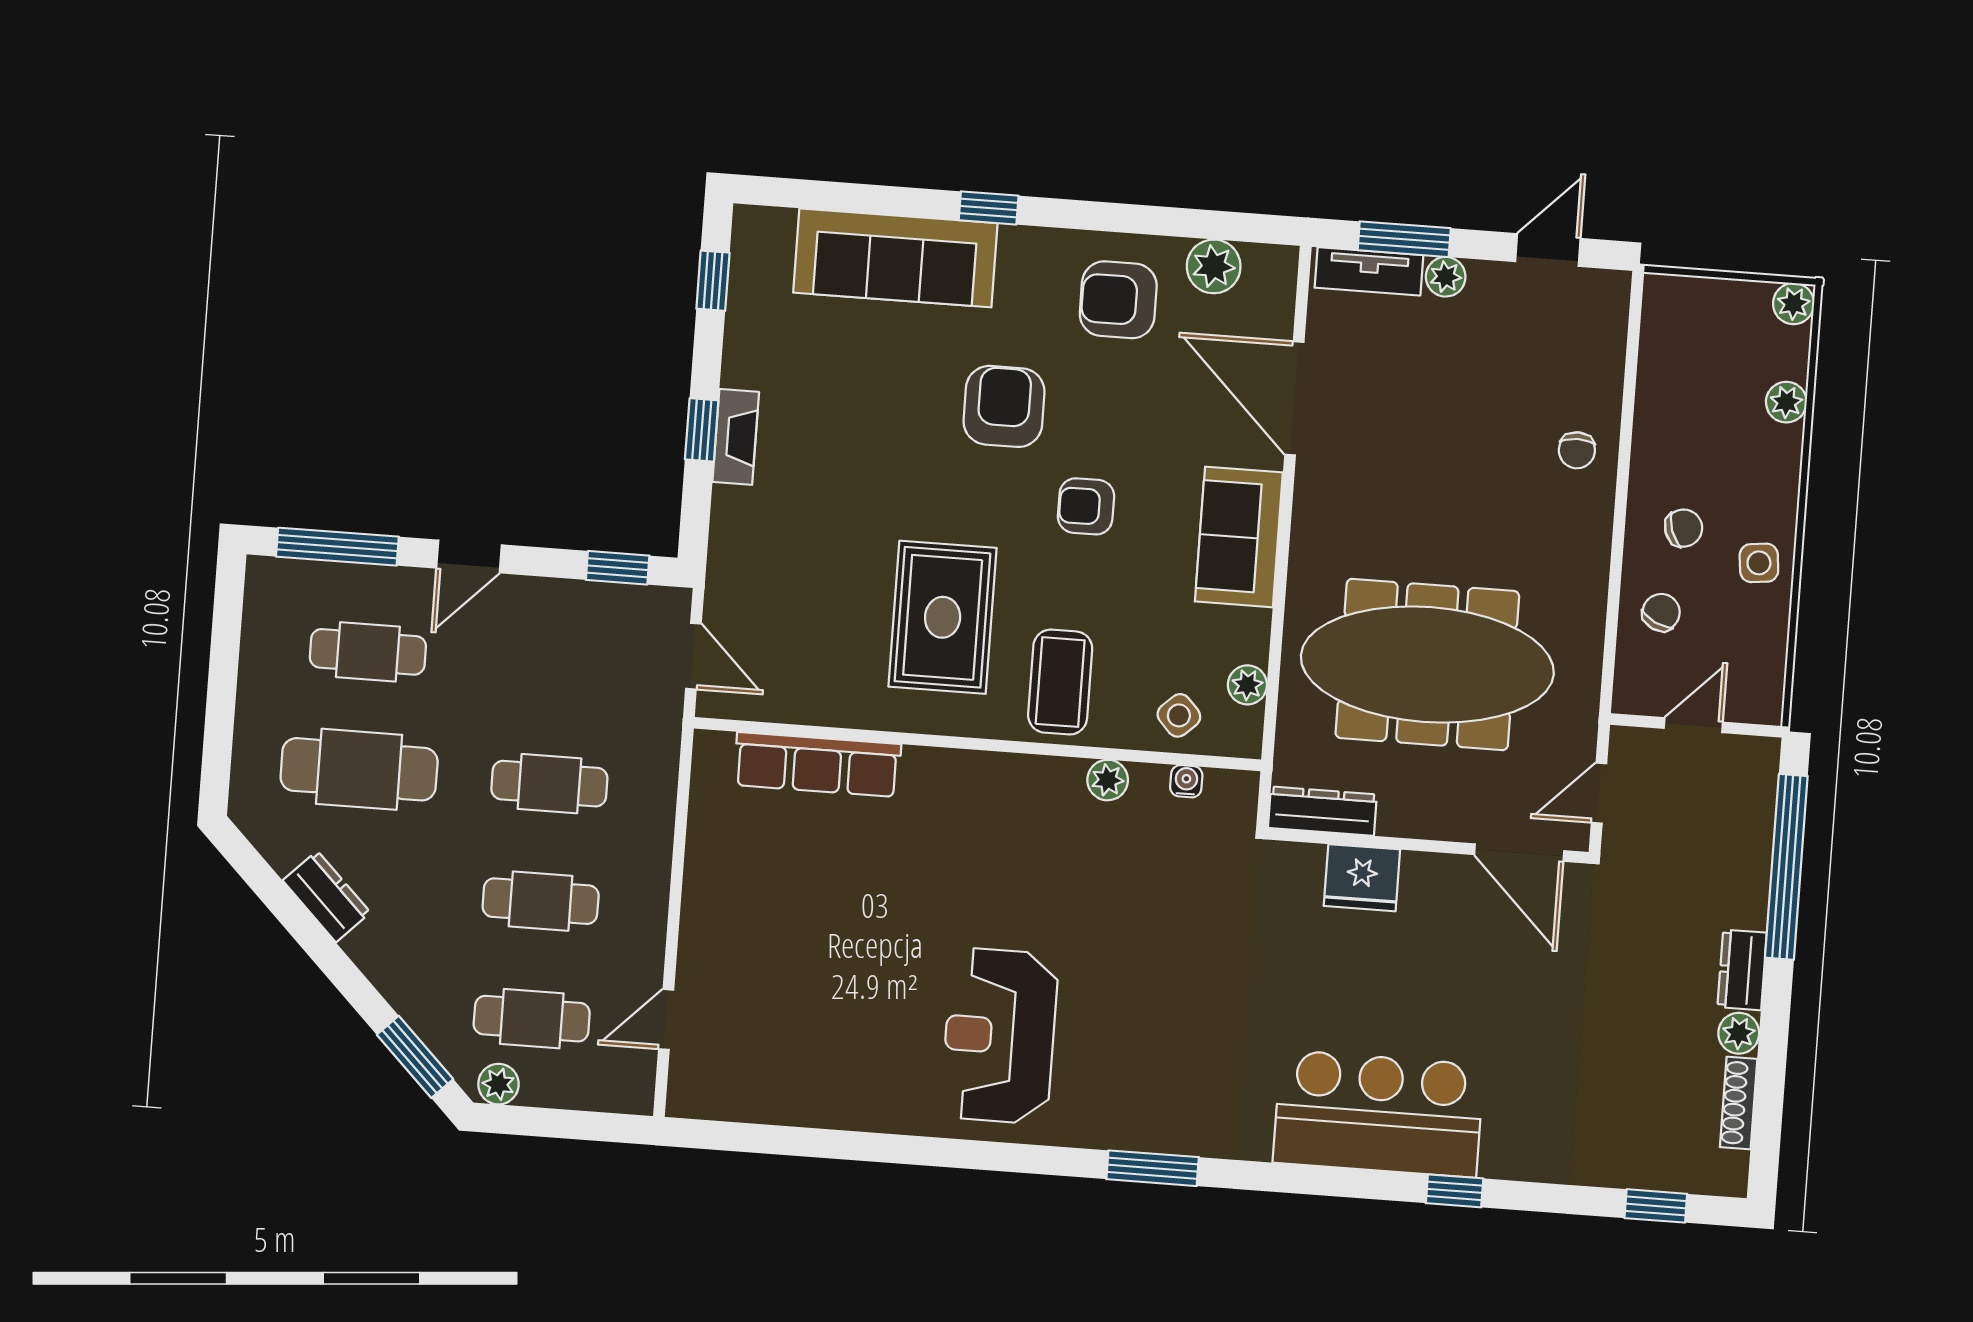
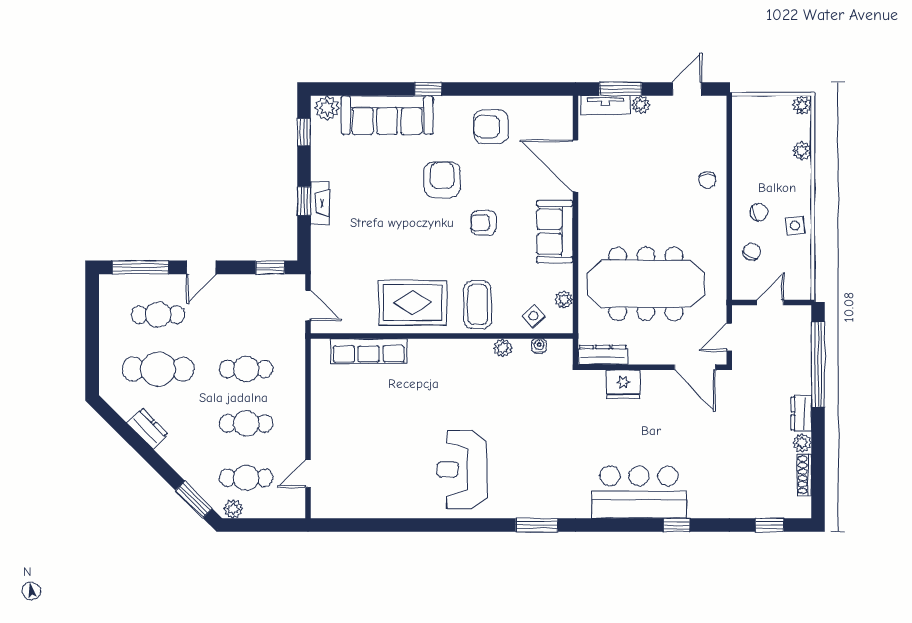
plant: (1214, 266) -> (327, 108), moved
rug: (943, 617) -> (413, 303), moved, turned 90

